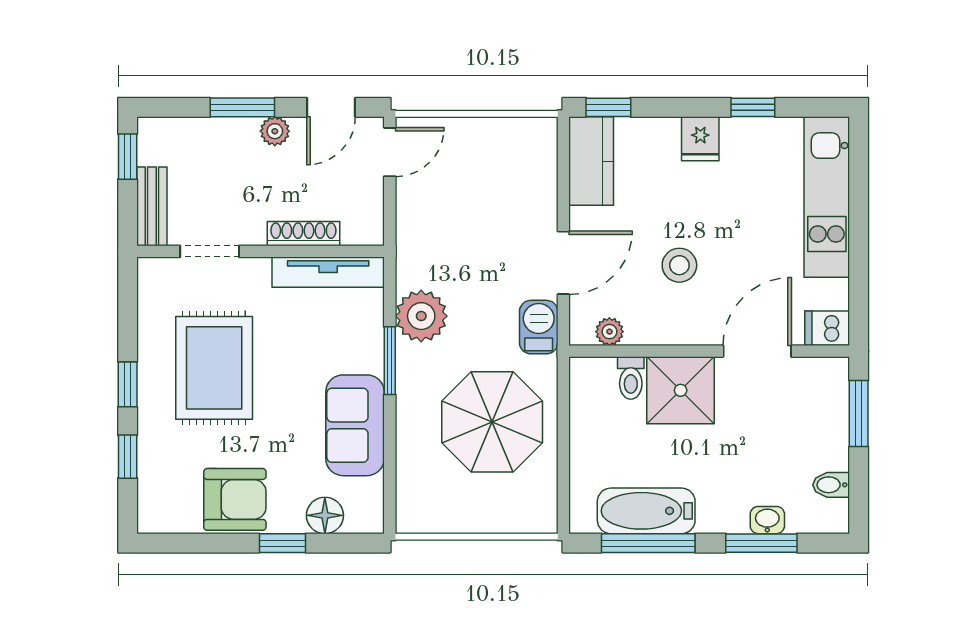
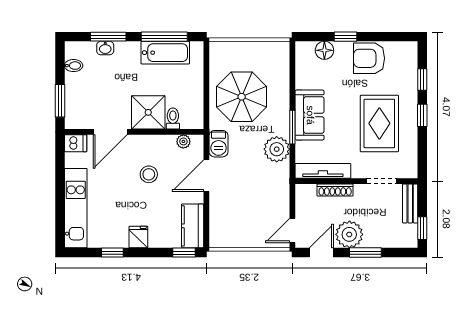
plant: (275, 131) -> (349, 234), width x1.87, depth x1.87
sofa: (355, 425) -> (310, 115), moved

